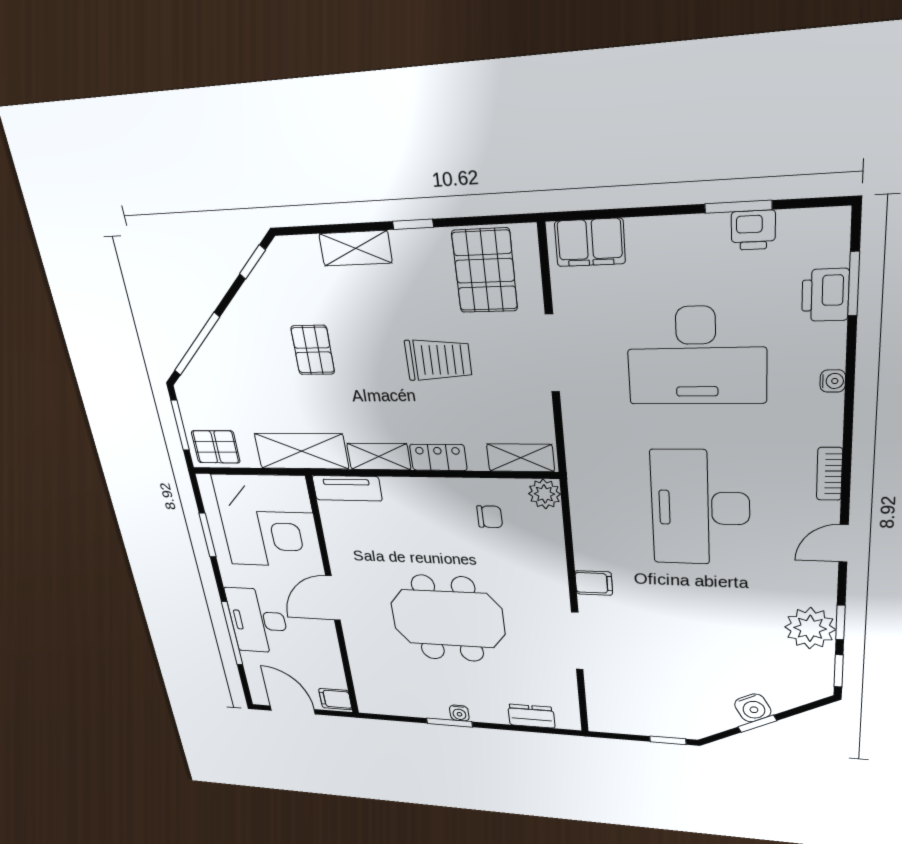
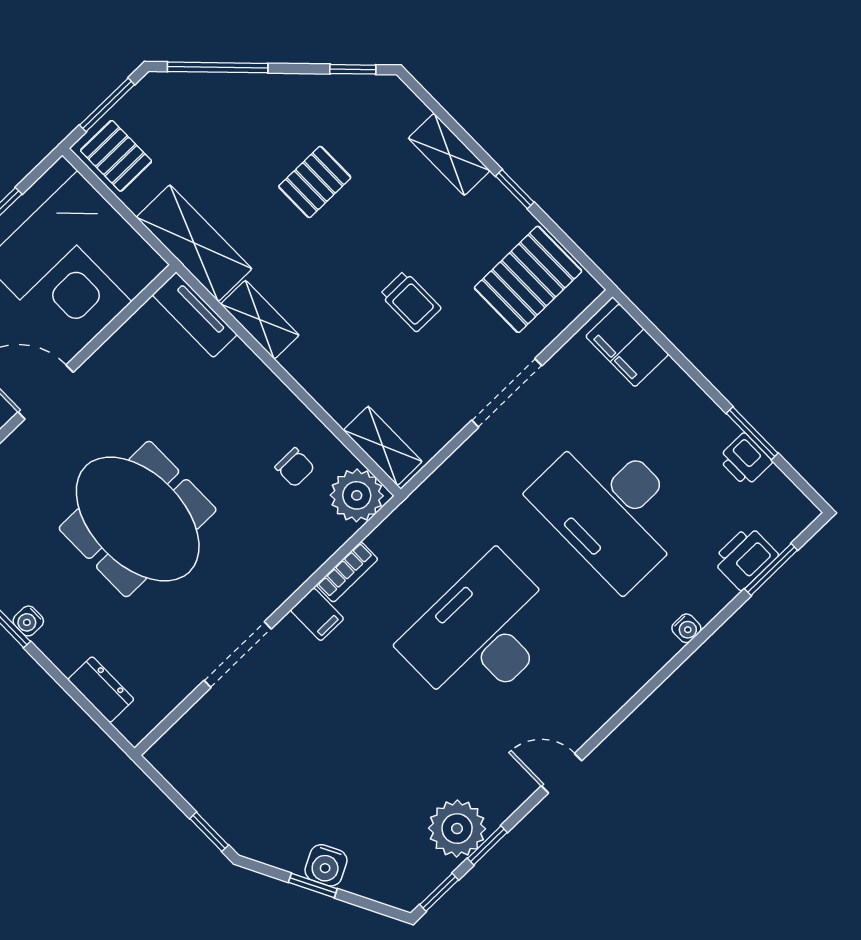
trolley: (438, 360) -> (410, 301), width x0.73, depth x0.72
locker: (438, 457) -> (312, 374), removed
bookcase: (830, 474) -> (347, 572), moved, turned 180
plant: (544, 494) -> (357, 495), width x1.36, depth x1.36

